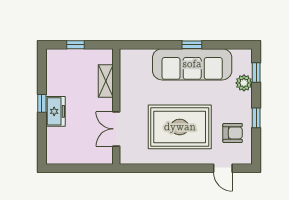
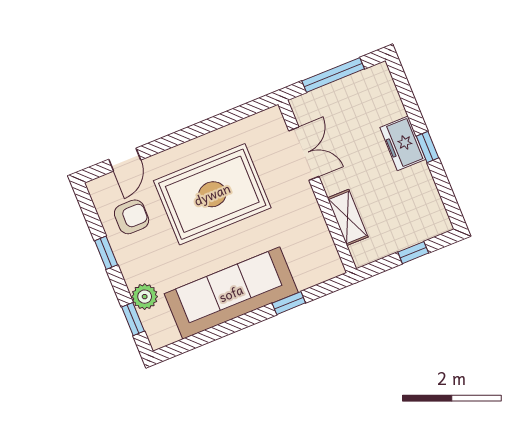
window: (192, 45) -> (289, 303), moved
armchair: (233, 133) -> (132, 217), turned 180
window: (80, 168) -> (333, 75), added
door: (223, 168) -> (125, 160), swing flipped

